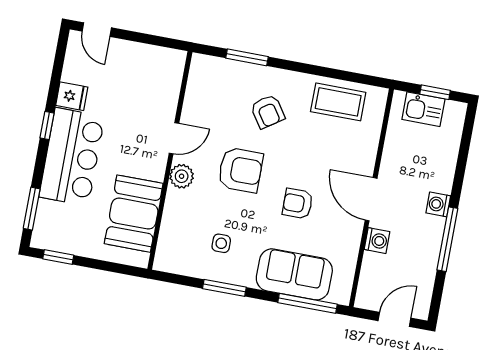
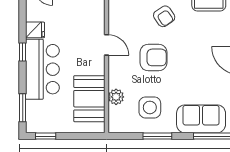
door: (174, 138) -> (107, 45), hinge flipped
plant: (182, 176) -> (116, 97), moved
armchair: (298, 204) -> (195, 72), removed
side table: (221, 243) -> (150, 107), width x1.87, depth x1.87

